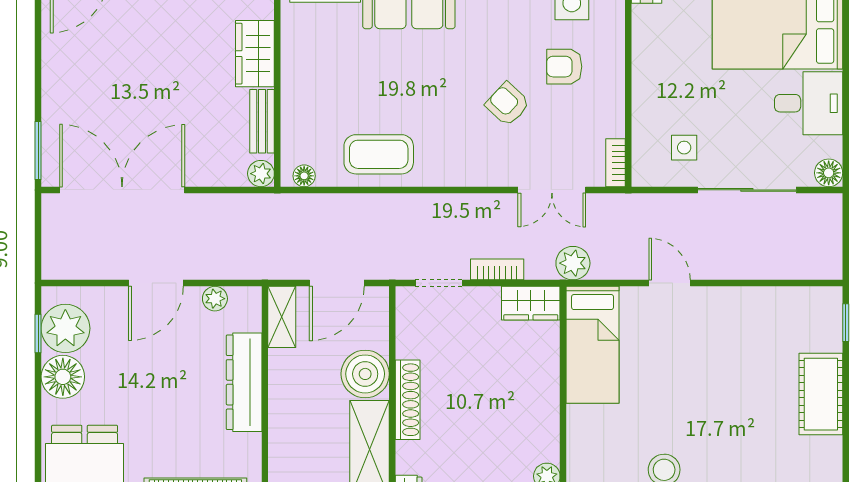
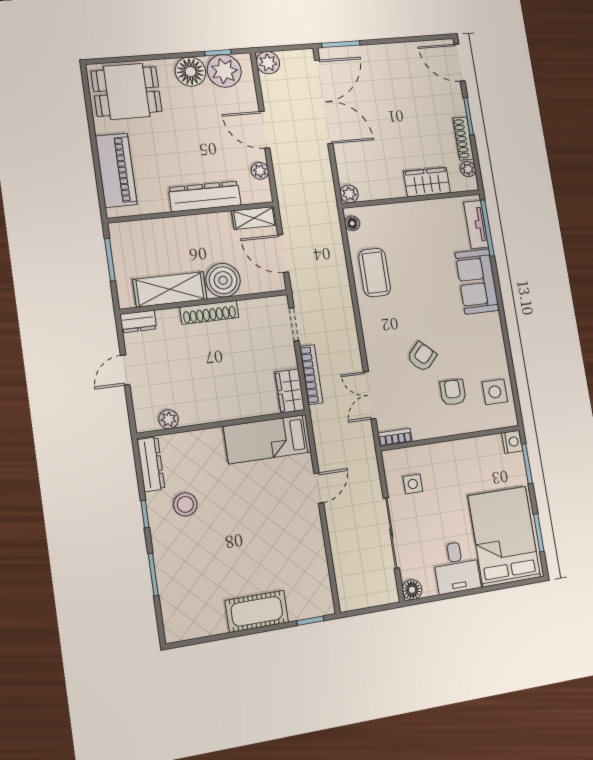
bench: (262, 121) -> (384, 191), removed
plant: (573, 263) -> (268, 63), moved
bookcase: (497, 269) -> (311, 375), width x1.56

